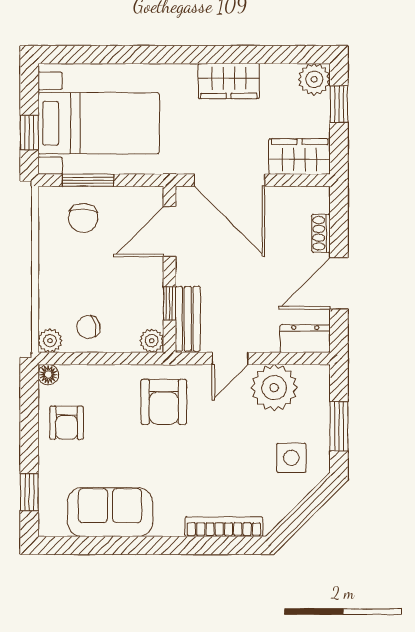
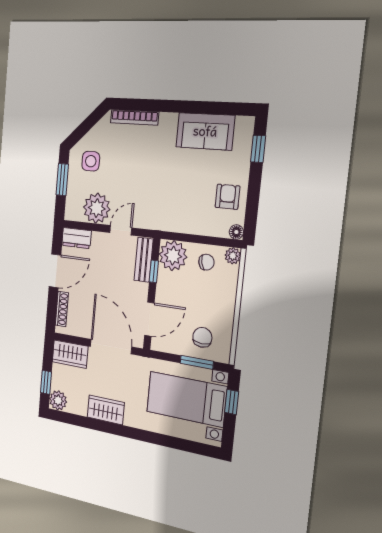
shoe rack: (321, 233) -> (62, 309), width x1.43
plant: (152, 341) -> (173, 256), width x1.88, depth x1.88
armchair: (164, 402) -> (164, 205), removed

